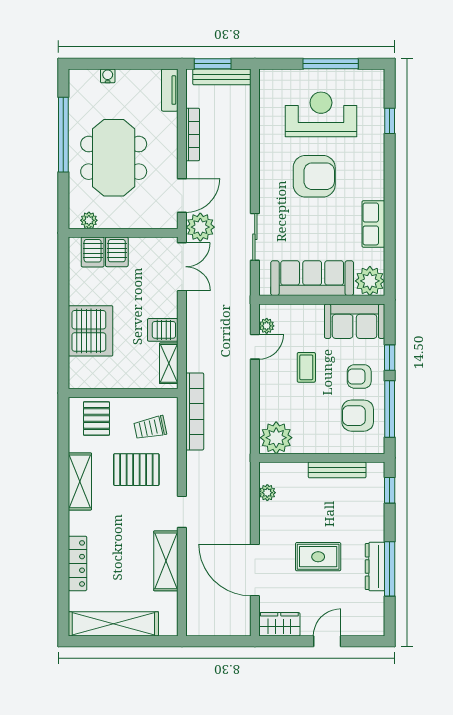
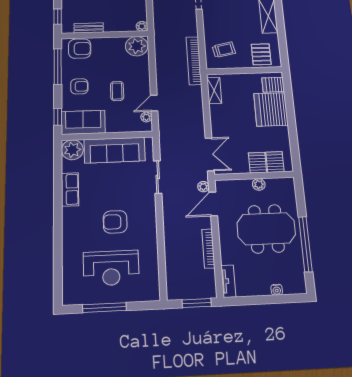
bench: (222, 77) -> (189, 293), removed
window: (390, 121) -> (58, 266), removed
meeting table: (114, 158) -> (266, 229), turned 90
armchair: (314, 176) -> (115, 222), width x0.73, depth x0.73
plant: (89, 220) -> (259, 184), moved
plant: (200, 227) -> (203, 187), width x0.53, depth x0.53
double door: (182, 267) -> (210, 154), swing flipped
server rack: (163, 330) -> (273, 85), moved, turned 180
window: (390, 358) -> (58, 117), moved
armchair: (358, 416) -> (80, 49), moved
pallet: (136, 470) -> (231, 24), removed
bench: (337, 470) -> (89, 28), width x0.73
plant: (267, 493) -> (142, 26), moved

